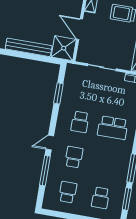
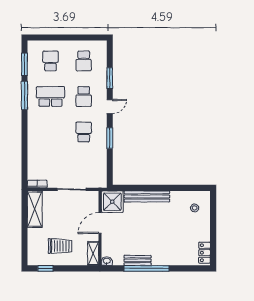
door: (80, 29) -> (100, 223), swing flipped
window: (58, 93) -> (110, 138), moved
school desk: (113, 128) -> (50, 96), moved
window: (45, 171) -> (110, 78), width x0.69

